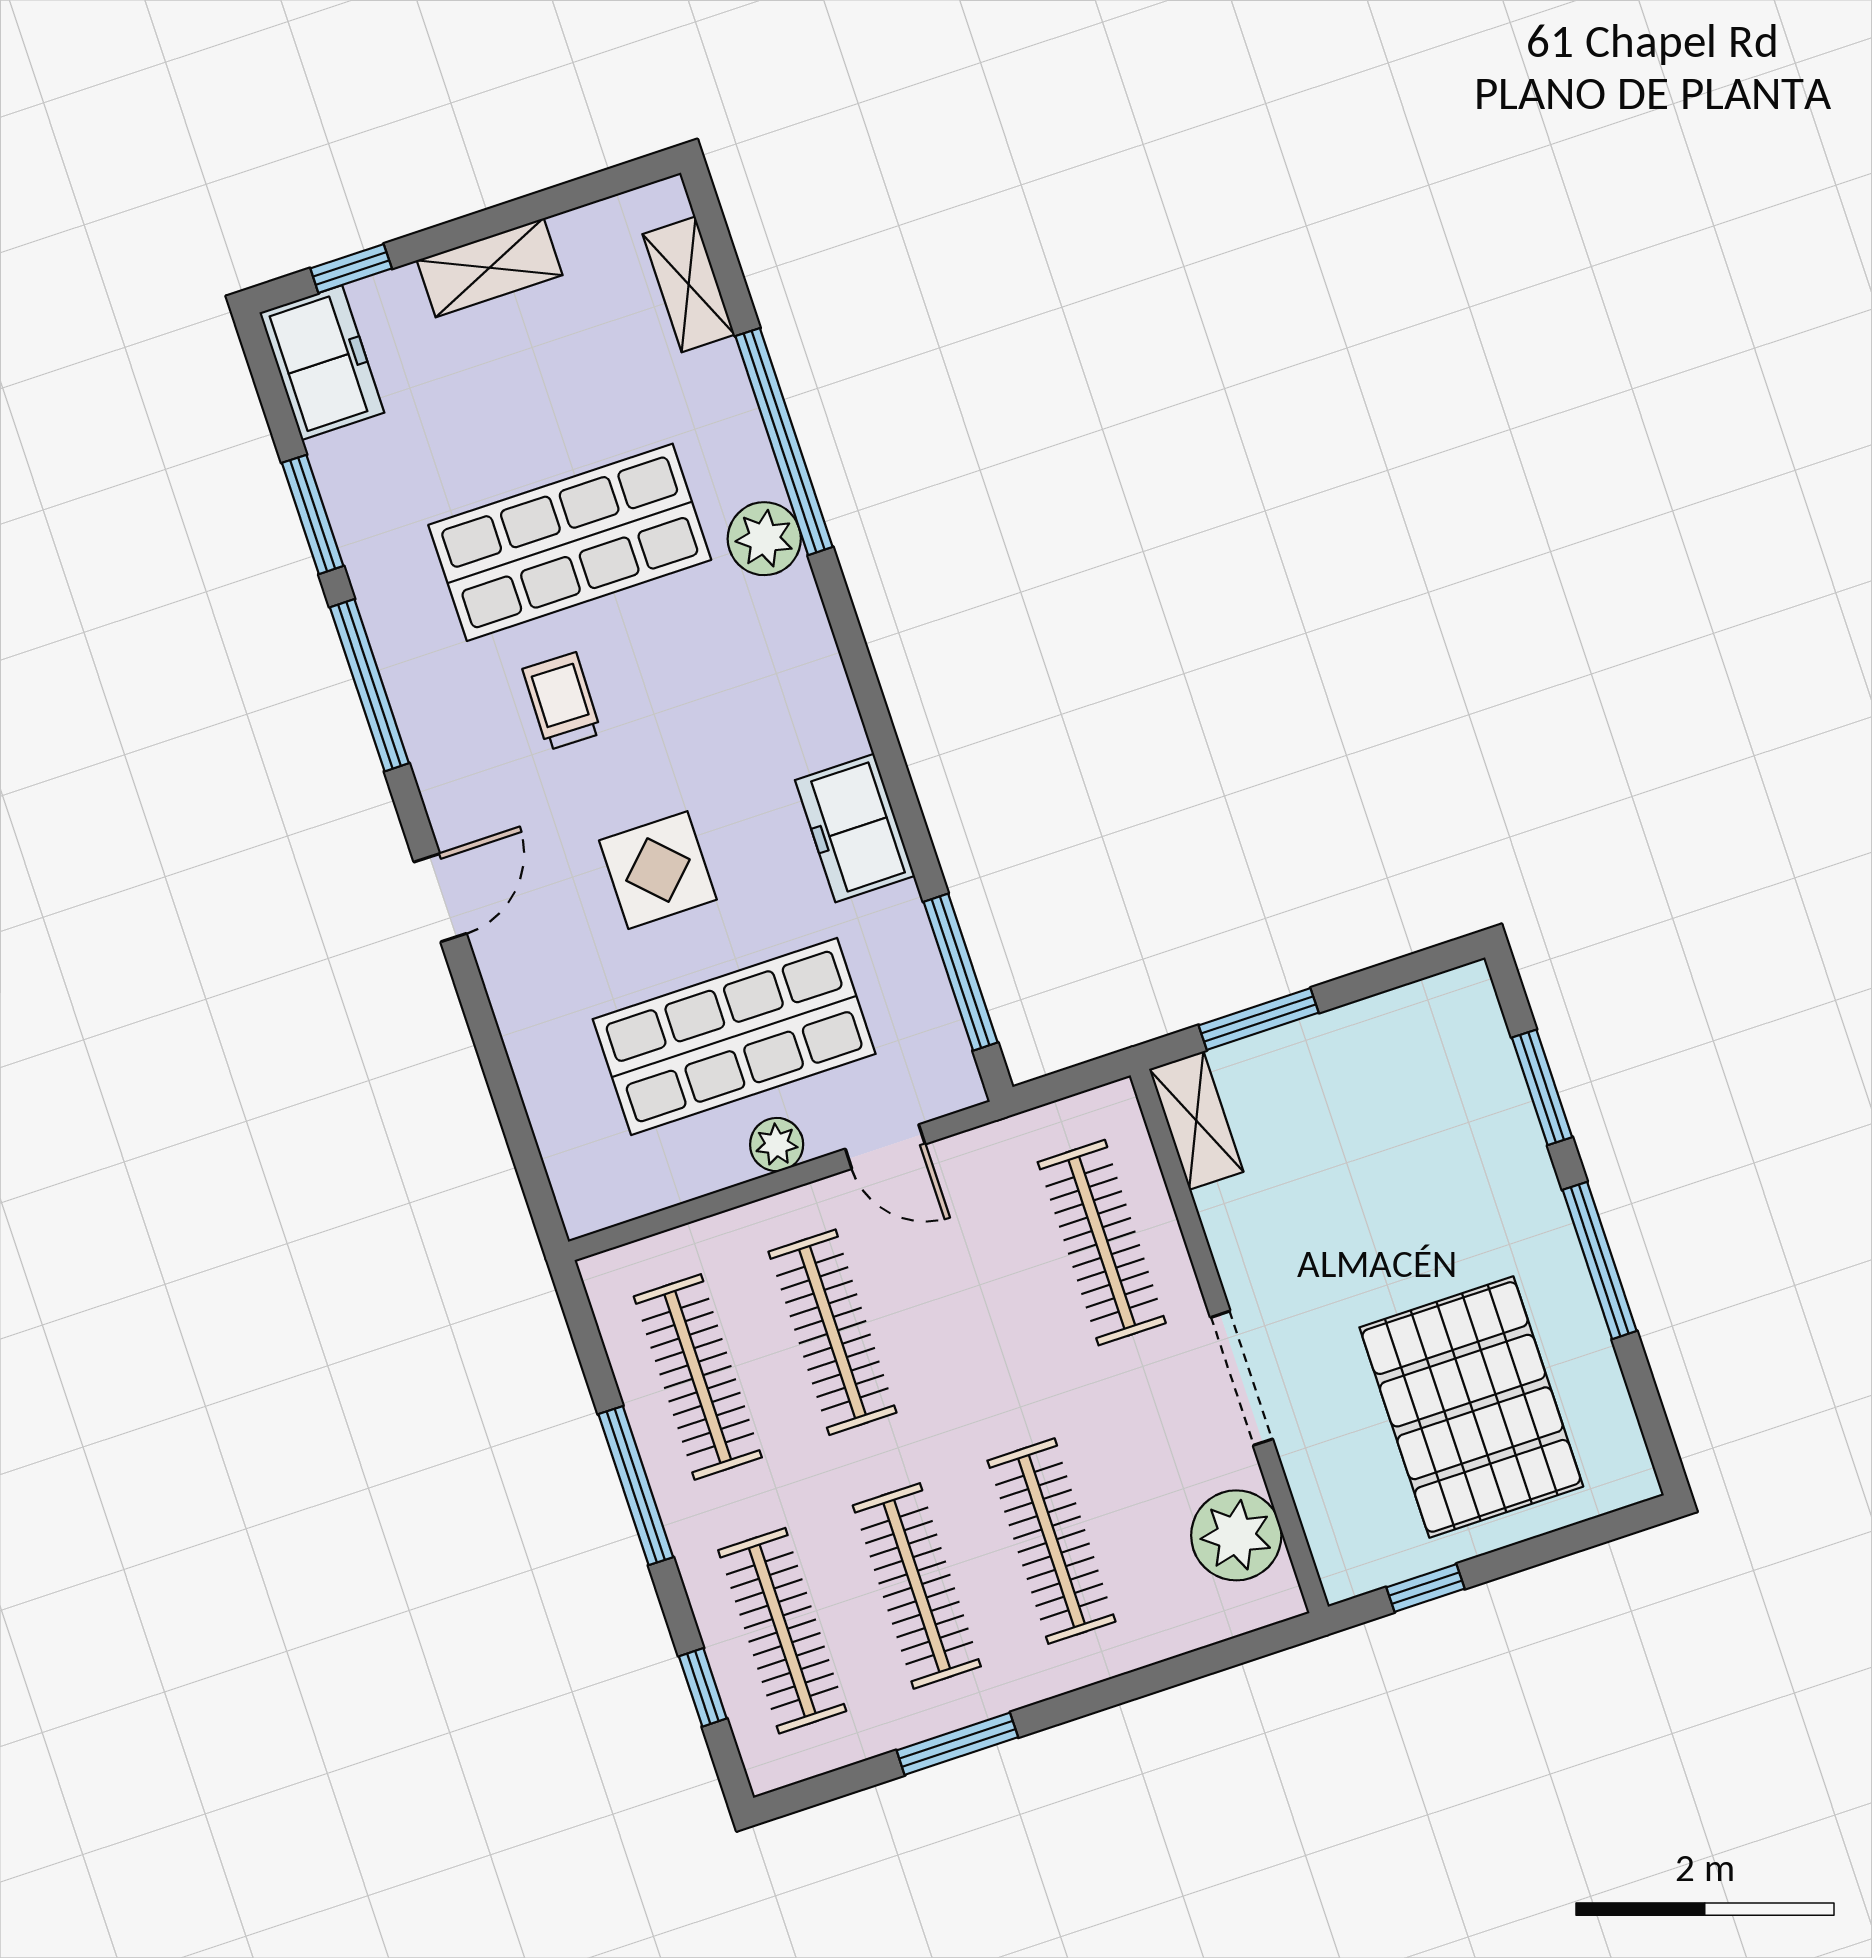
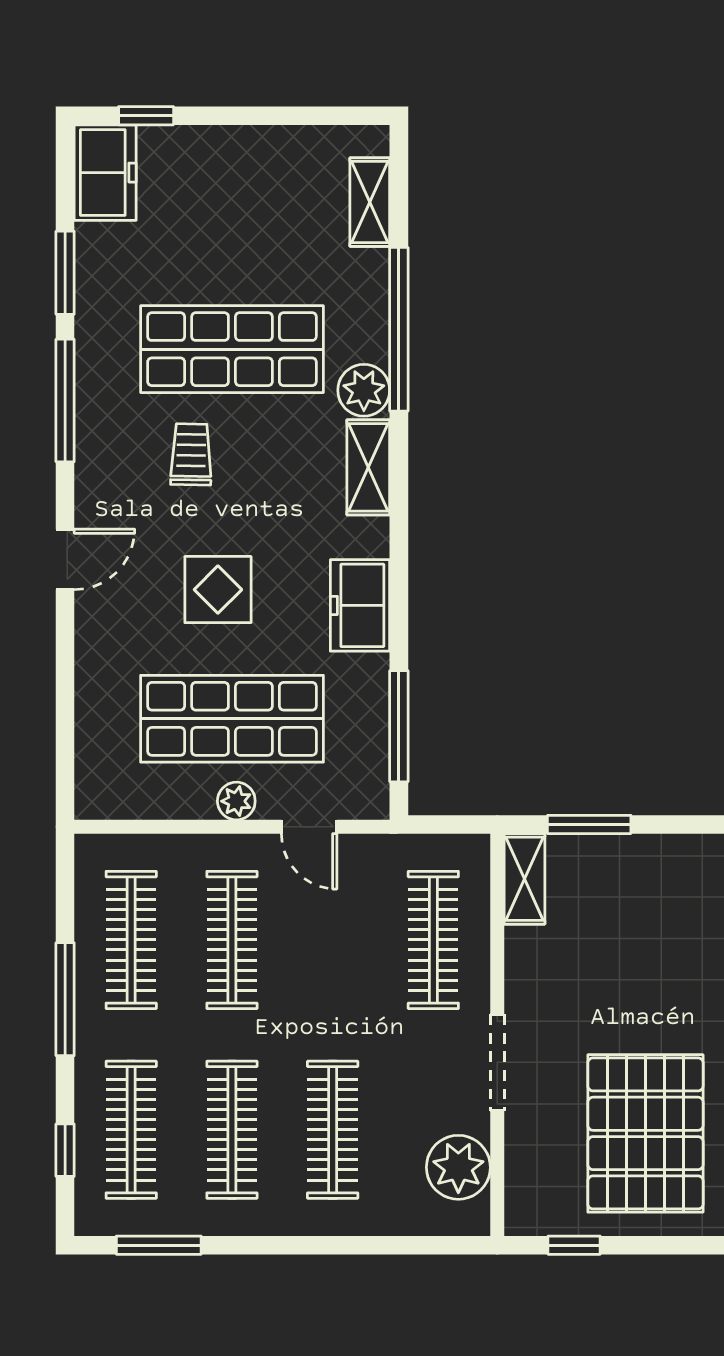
shelving: (490, 268) -> (368, 467), moved, turned 90
window: (957, 1744) -> (159, 1245), moved

